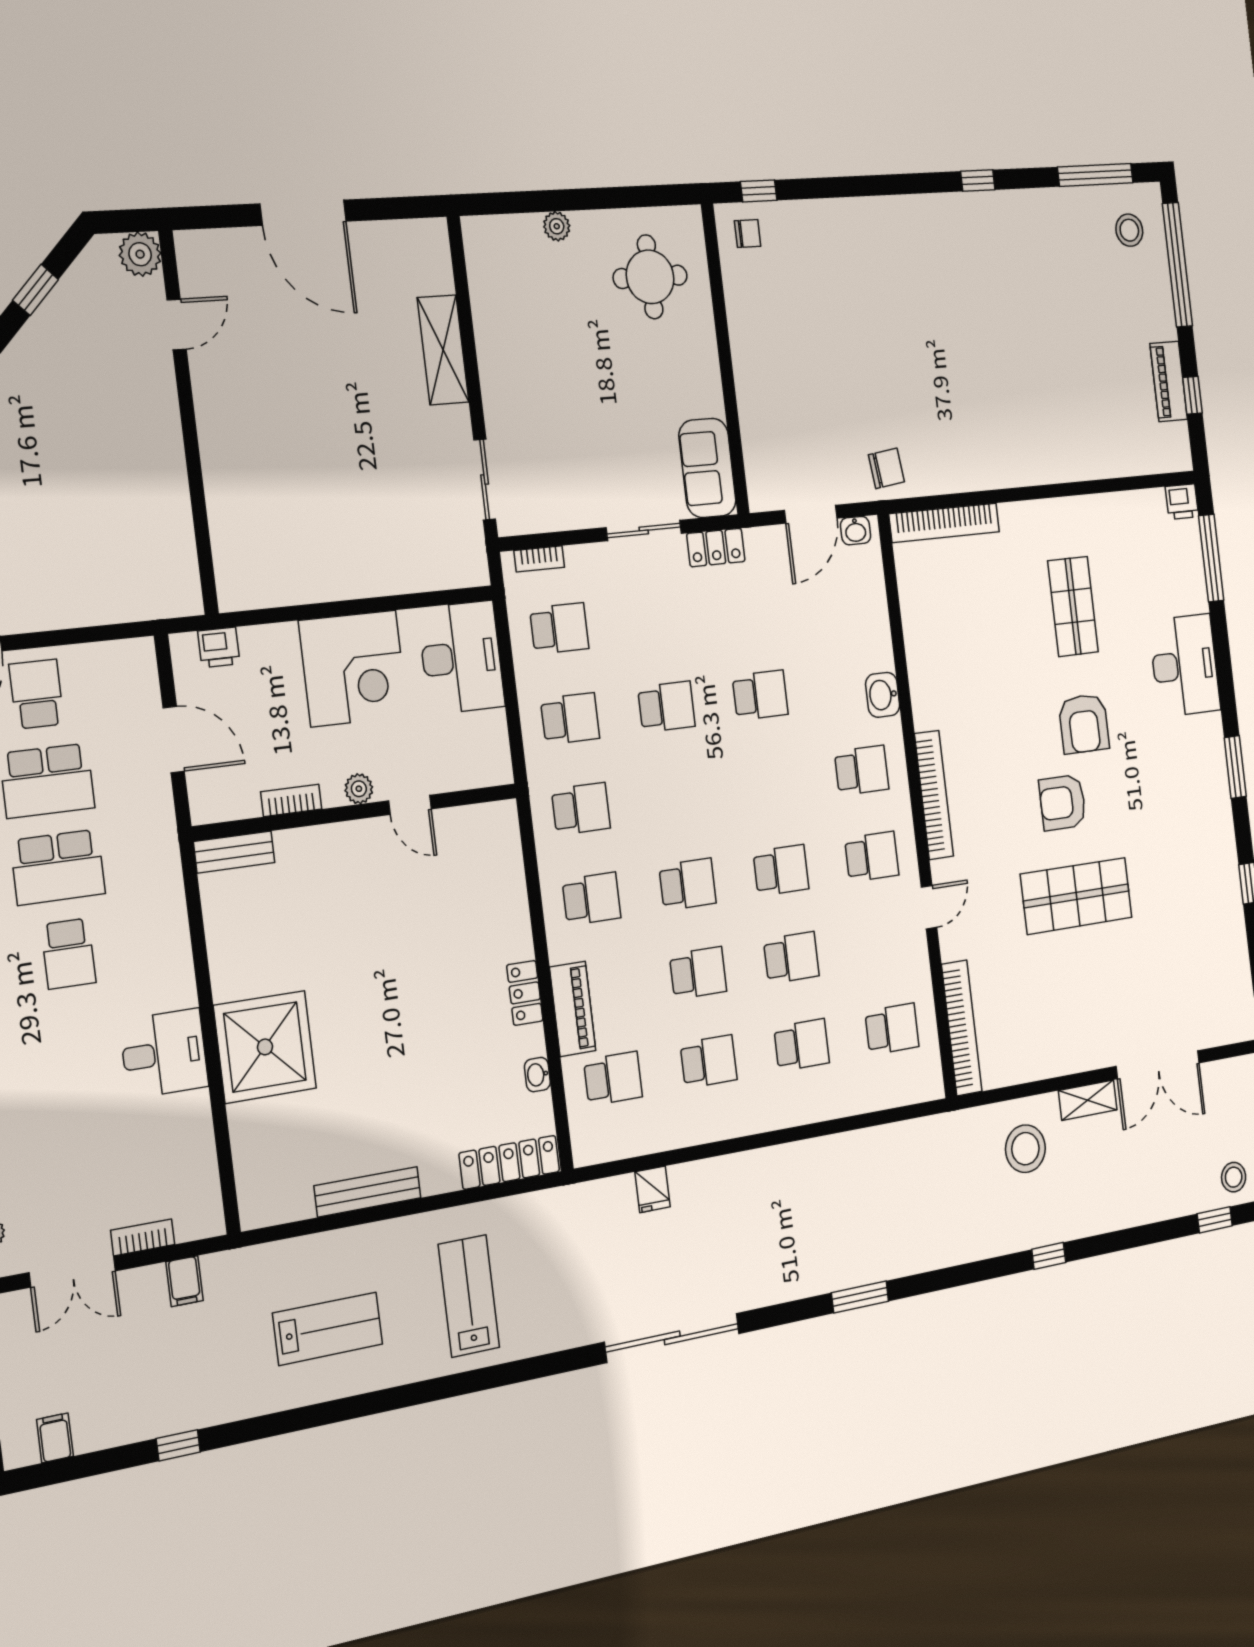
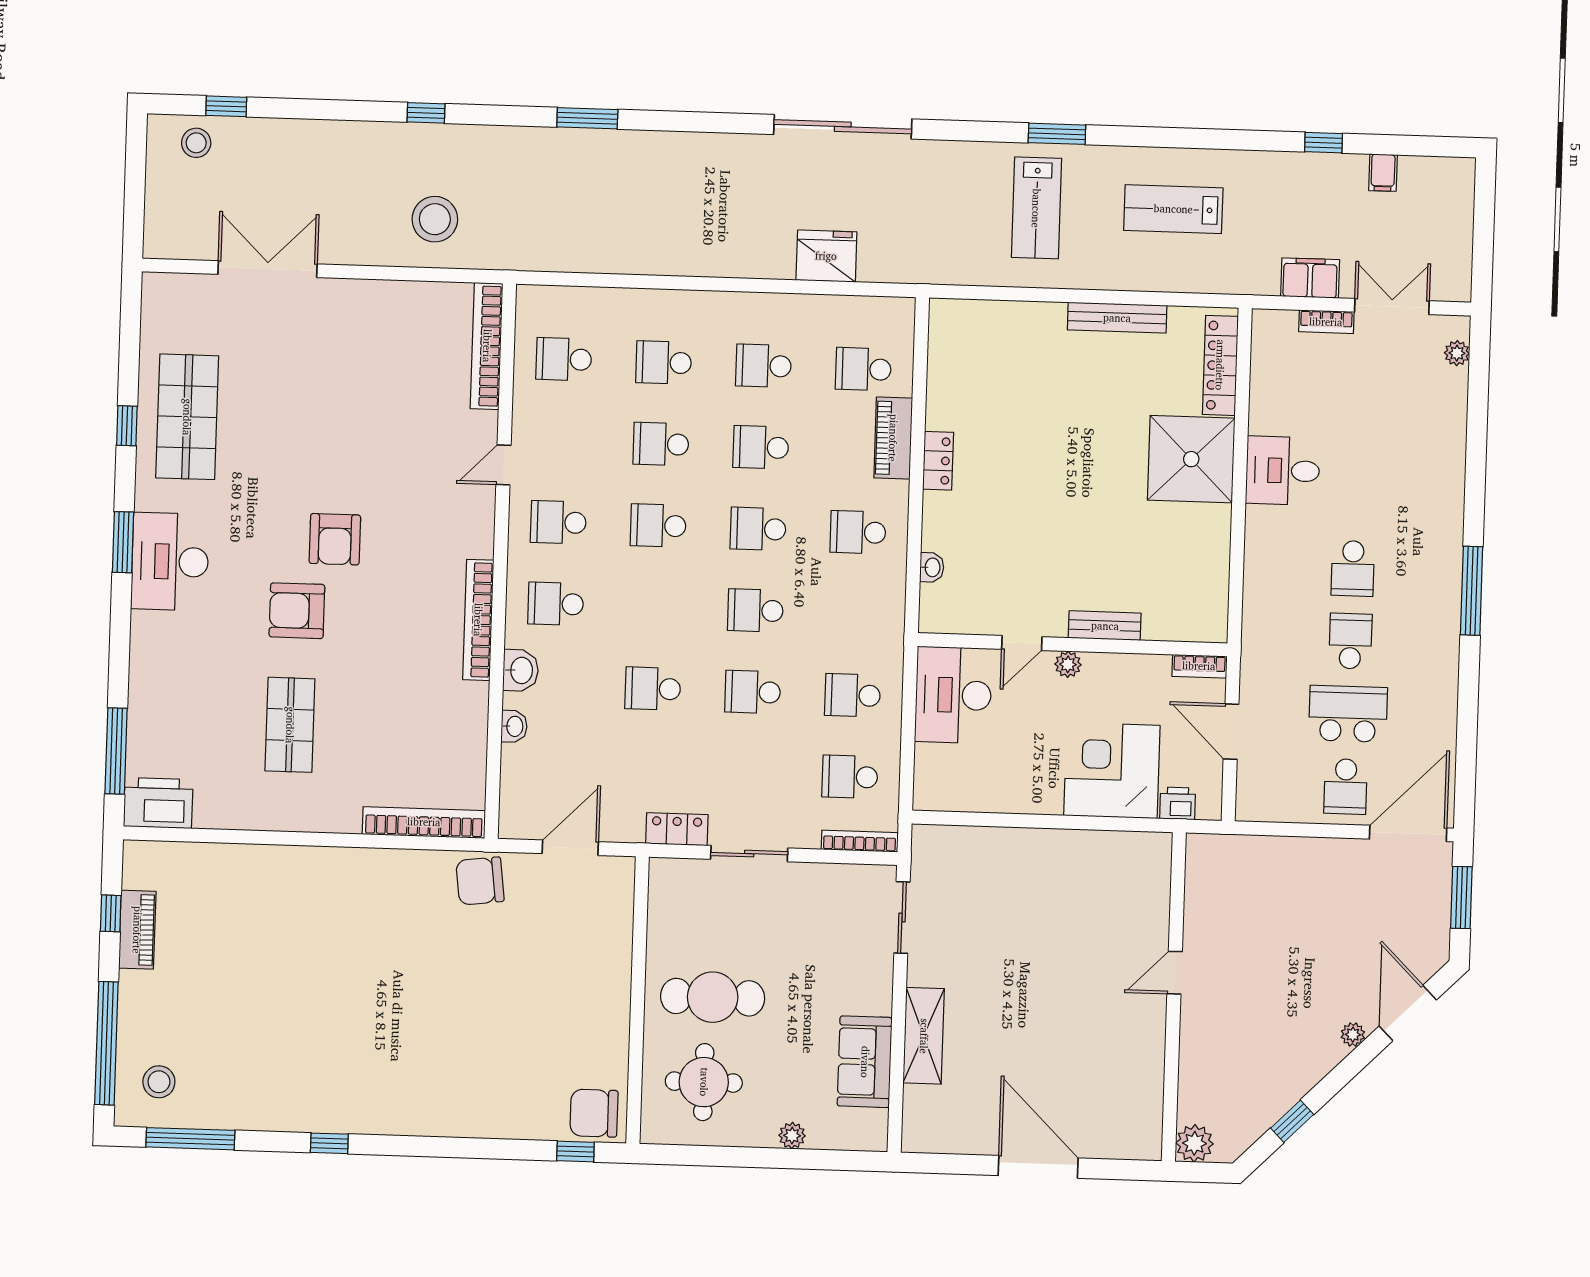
chair: (748, 233) -> (594, 1113), width x1.87, depth x1.87
door: (177, 324) -> (1175, 973), moved
cafe table: (655, 370) -> (713, 997), added
sofa: (707, 468) -> (865, 1062), moved, turned 180
chair: (886, 468) -> (480, 881), width x1.37, depth x1.37
printer: (1182, 502) -> (158, 803), width x1.87, depth x1.48
washbasin: (856, 531) -> (514, 726), moved, turned 90
bookcase: (539, 559) -> (860, 841), width x1.56
desk: (461, 657) -> (953, 695), moved
desk: (1185, 665) -> (170, 562), moved
corner desk: (353, 668) -> (1112, 770), moved
armchair: (1084, 724) -> (297, 611), turned -90
bookcase: (934, 795) -> (478, 620), moved
bookcase: (291, 800) -> (1199, 666), moved
armchair: (1063, 802) -> (335, 539), turned 90
door: (410, 805) -> (1022, 643), swing flipped
school desk: (581, 809) -> (755, 610), moved
bench: (234, 852) -> (1105, 626), moved
school desk: (58, 867) -> (1350, 641), width x0.54
shop shelf: (1076, 896) -> (187, 417), moved, turned 90
school desk: (68, 954) -> (1353, 568), turned 180
washbasin: (537, 1075) -> (932, 567), moved
shelving: (1088, 1100) -> (355, 251), removed
locker: (509, 1162) -> (1220, 365), moved, turned 90
fridge: (653, 1189) -> (826, 256), width x1.88, depth x1.34
filing cabinet: (185, 1281) -> (1310, 278), width x2.00
window: (860, 1297) -> (587, 118), moved
window: (461, 1384) -> (1057, 134), added
filing cabinet: (55, 1438) -> (1383, 173), moved

